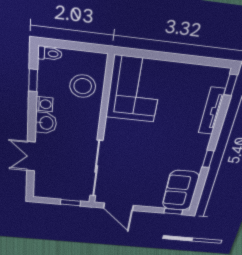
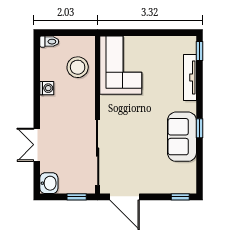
window: (33, 80) -> (37, 67), removed
washbasin: (46, 123) -> (49, 183), moved
sofa: (181, 191) -> (182, 137), moved

